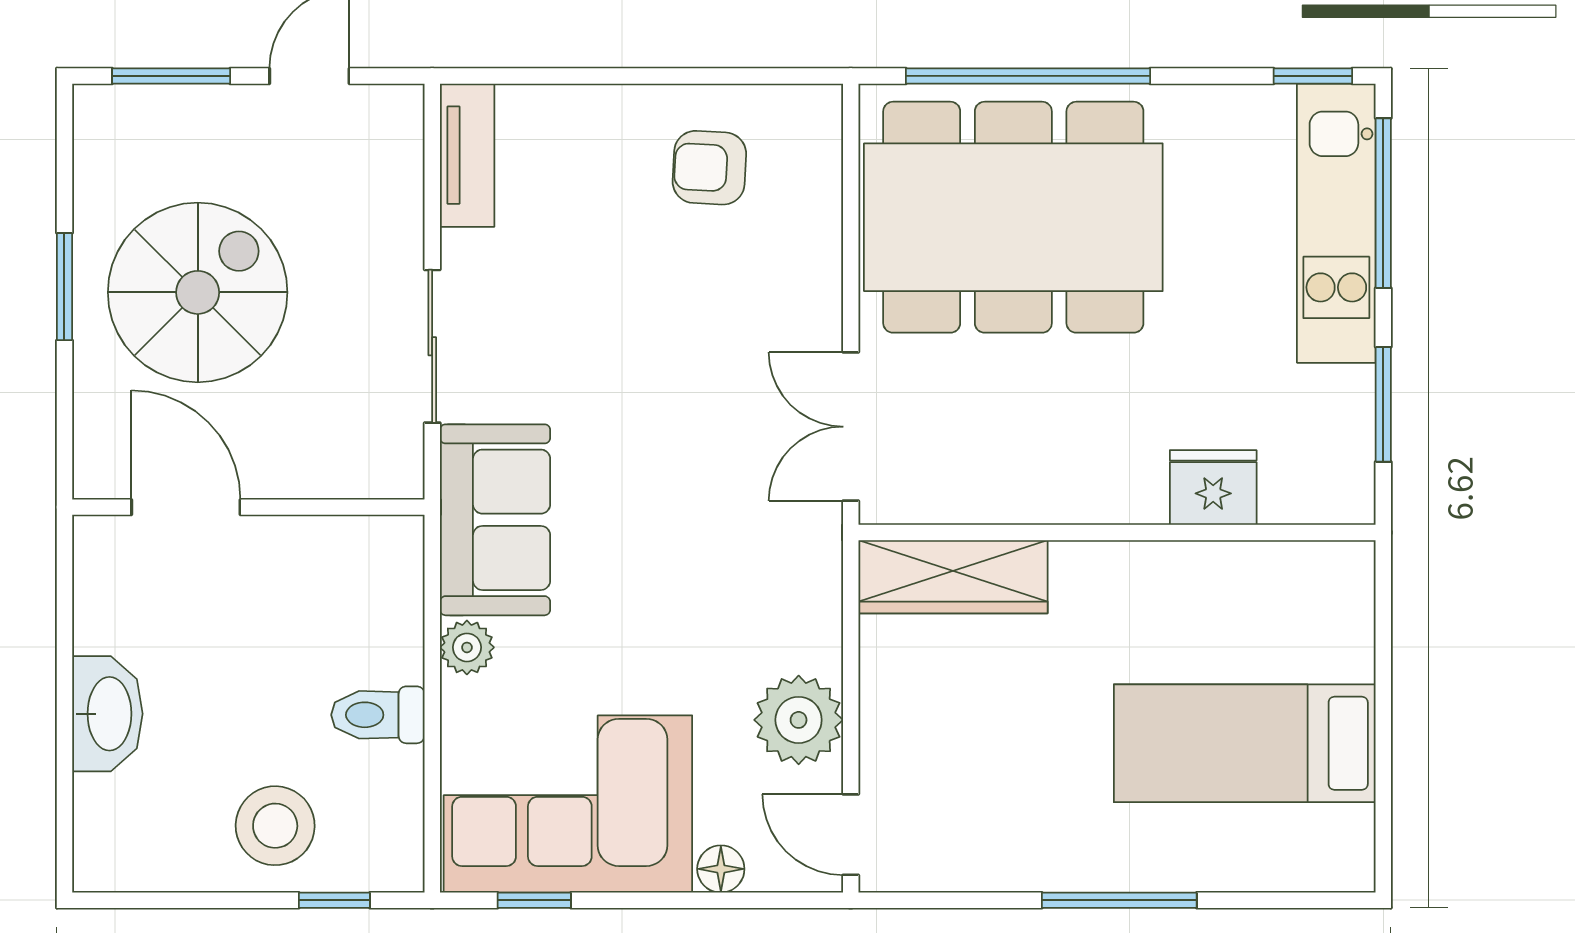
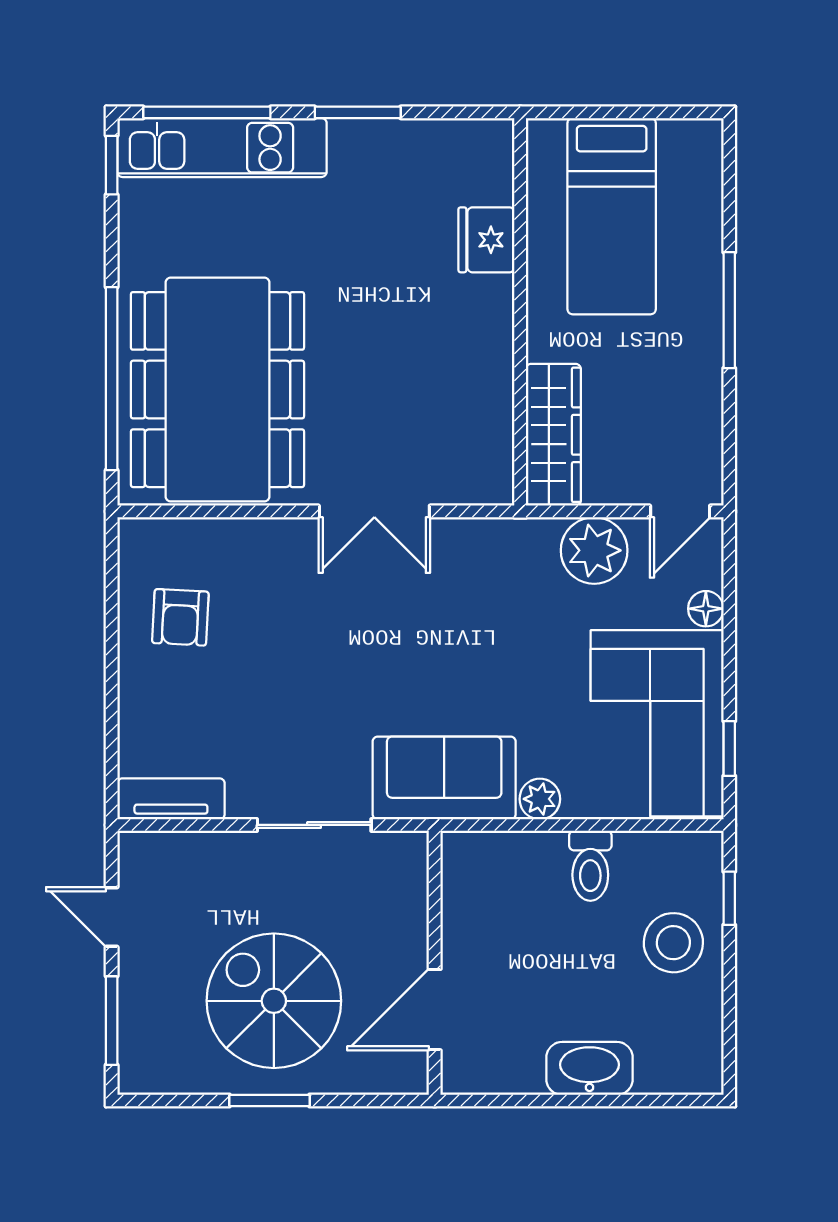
fridge: (1213, 487) -> (486, 240), moved
wall: (1117, 532) -> (520, 312), moved
wardrobe: (953, 577) -> (553, 435), moved

